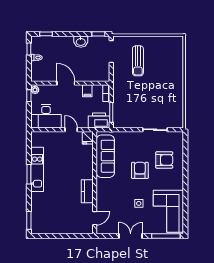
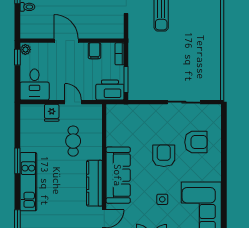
desk: (46, 116) -> (35, 84), width x0.73
fridge: (88, 138) -> (52, 113), moved
sofa: (105, 156) -> (118, 175), moved
cafe table: (71, 159) -> (73, 141), added
kitchen unit: (37, 169) -> (28, 182), moved
kitchen counter: (87, 191) -> (94, 183), width x1.50

